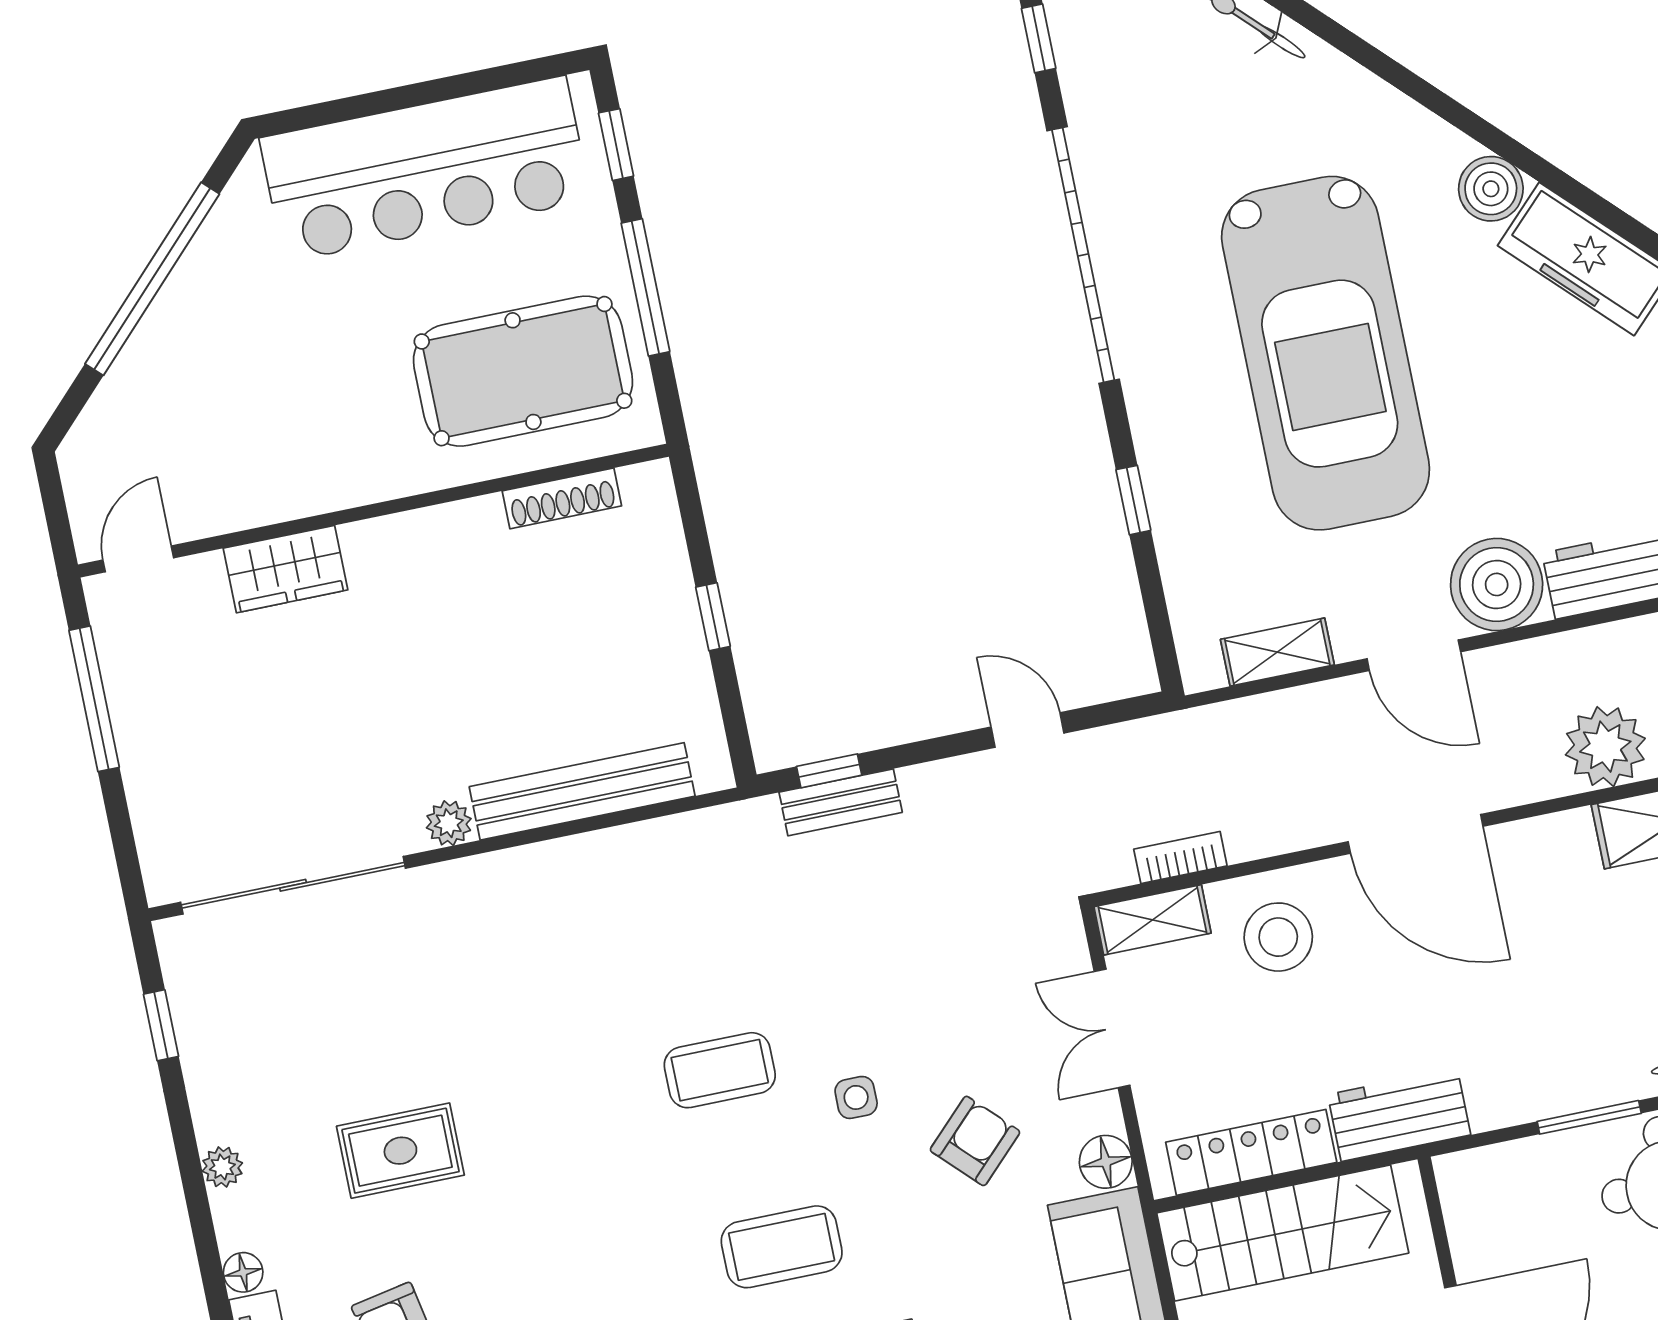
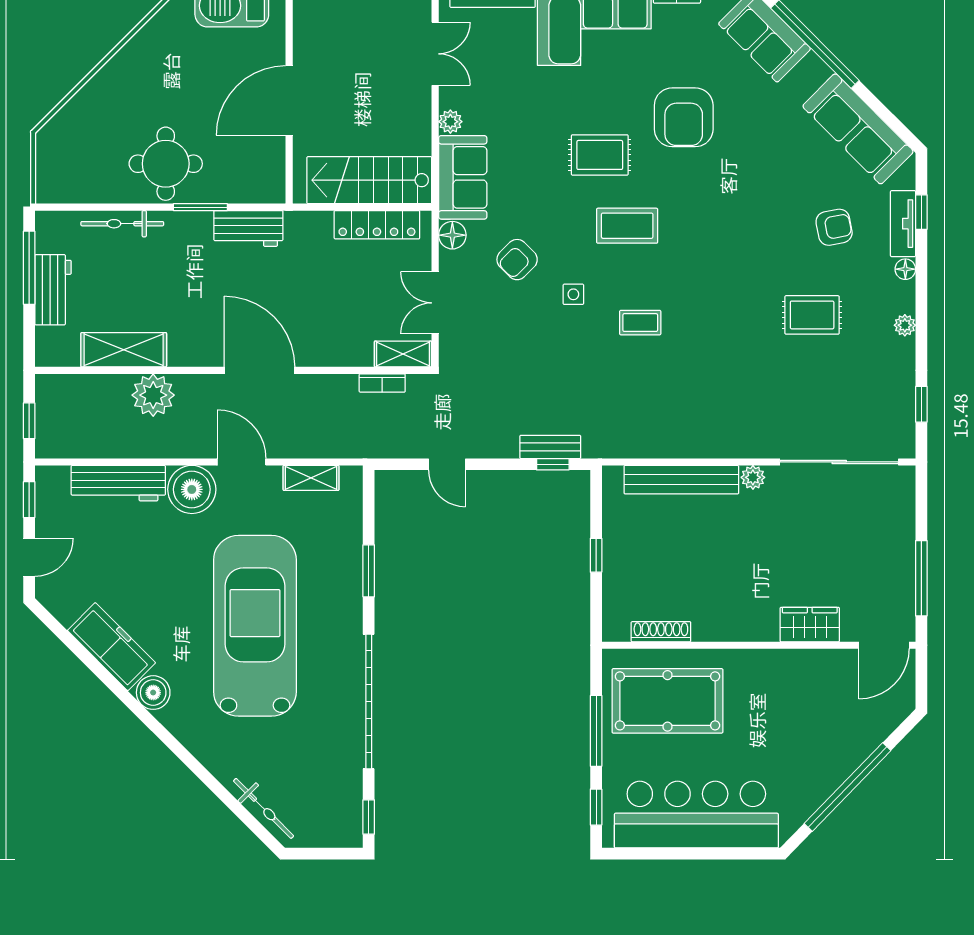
window: (1133, 500) -> (369, 571), width x1.50
door: (138, 559) -> (884, 645), width x1.37
stool: (1278, 937) -> (341, 332), removed
double door: (1112, 1028) -> (435, 303), swing flipped
coffee table: (720, 1070) -> (640, 323), width x0.73, depth x0.77
workbench: (1399, 1115) -> (248, 228), moved

